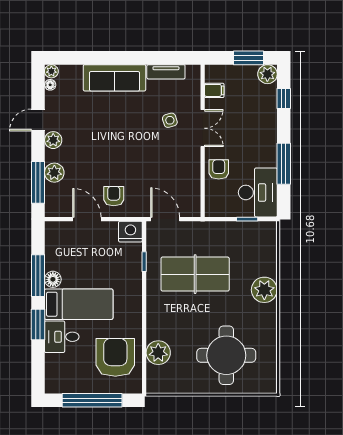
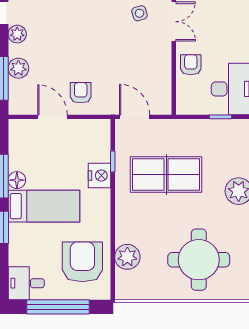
nightstand: (130, 232) -> (100, 176), moved, turned 90
desk: (62, 337) -> (26, 283), moved

